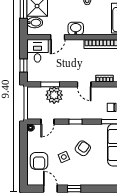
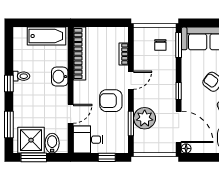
washbasin: (76, 29) -> (60, 77), moved
door: (58, 37) -> (71, 114), hinge flipped
armchair: (68, 69) -> (111, 101), added
door: (48, 122) -> (179, 127), width x1.88

